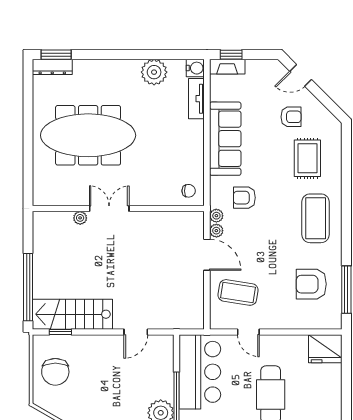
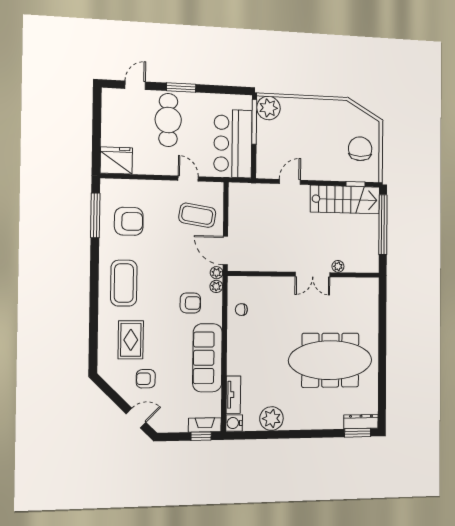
double door: (109, 209) -> (313, 274), moved
wall: (118, 209) -> (304, 274), moved
plant: (80, 218) -> (338, 266), moved

